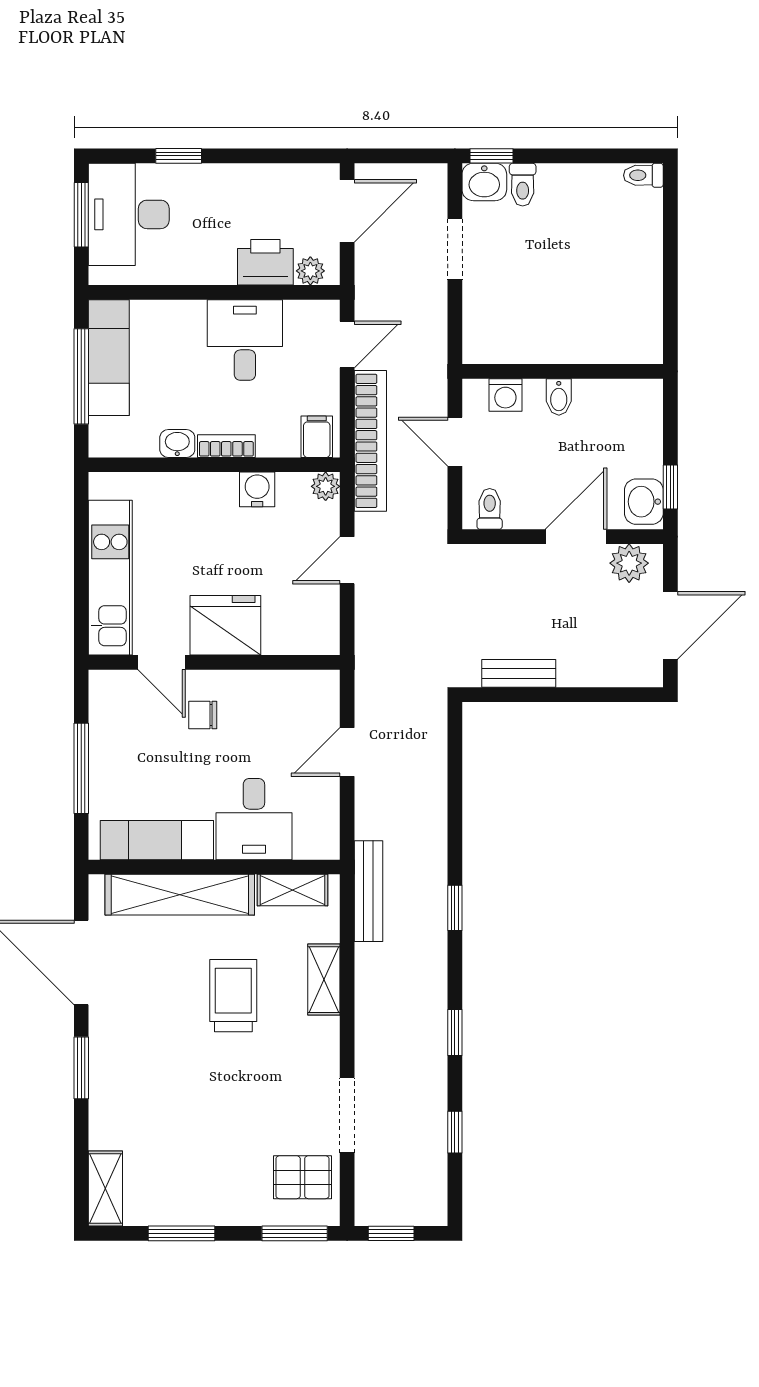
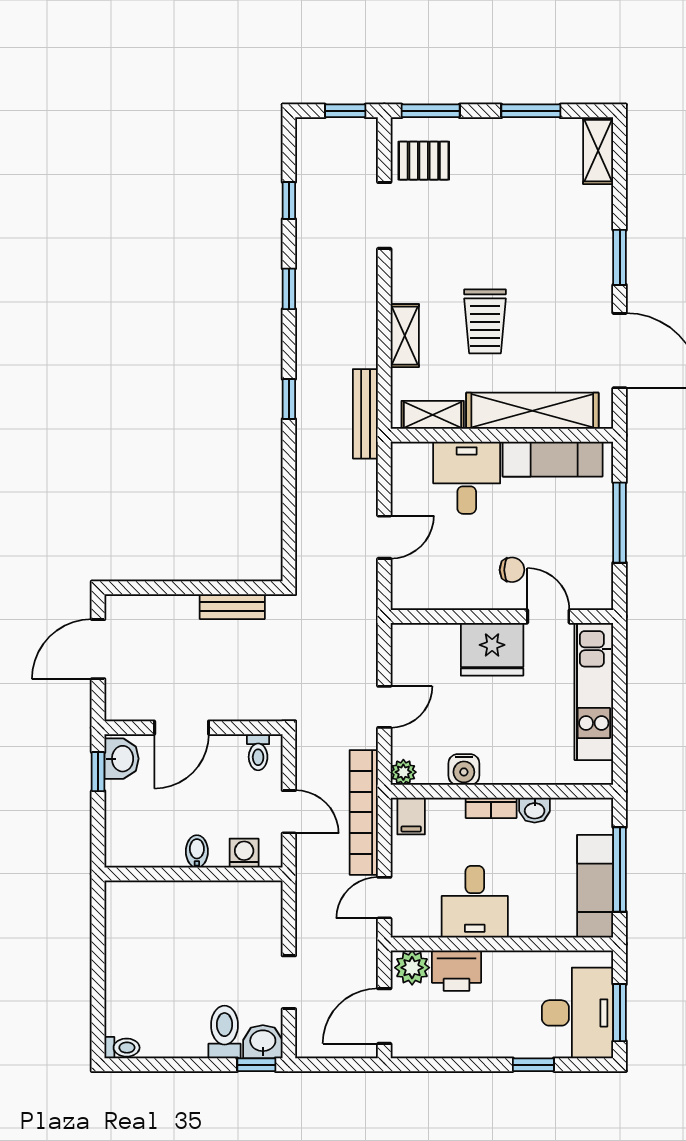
toilet: (523, 185) -> (224, 1032), width x1.37, depth x1.39
plant: (310, 271) -> (412, 968), width x1.38, depth x1.38
plant: (629, 563) -> (135, 704), removed

